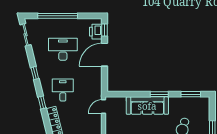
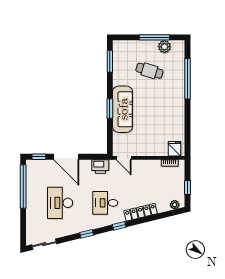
window: (58, 16) -> (23, 187), moved
printer: (96, 32) -> (100, 166), moved
window: (159, 94) -> (110, 109), moved

